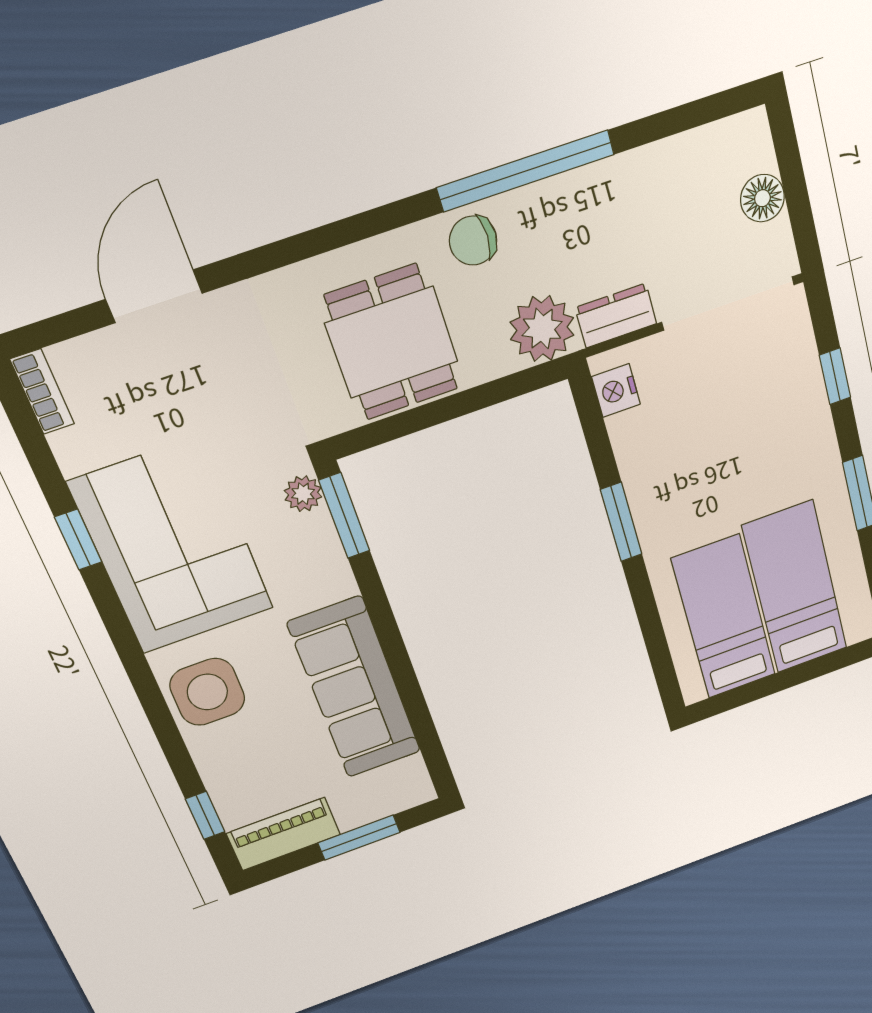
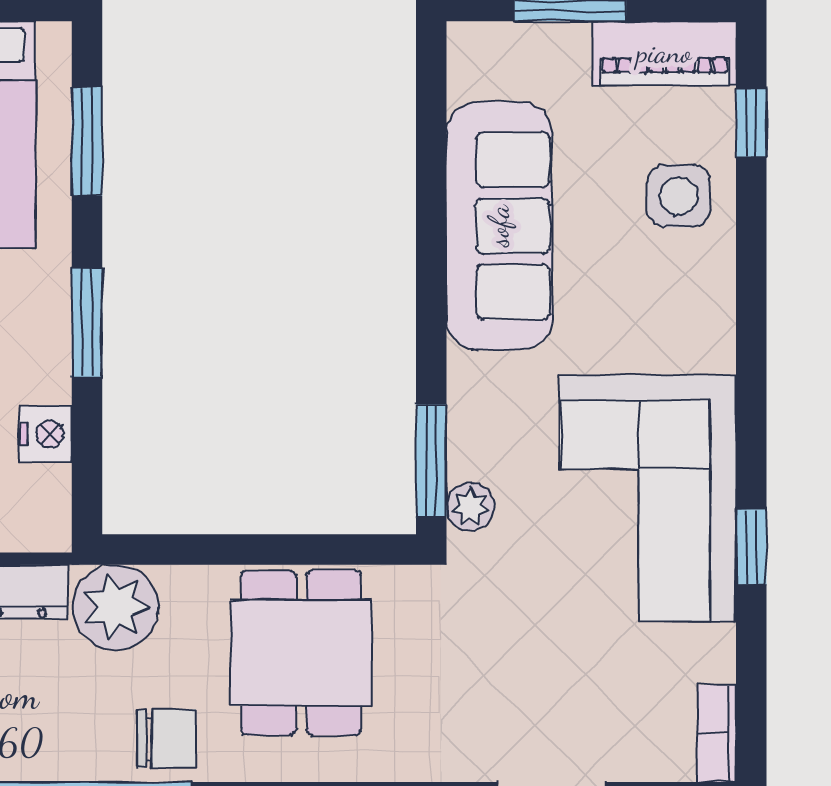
nightstand: (616, 391) -> (46, 434), moved
window: (655, 638) -> (87, 141), added
side table: (207, 692) -> (679, 196), moved, width x0.73, depth x0.73

